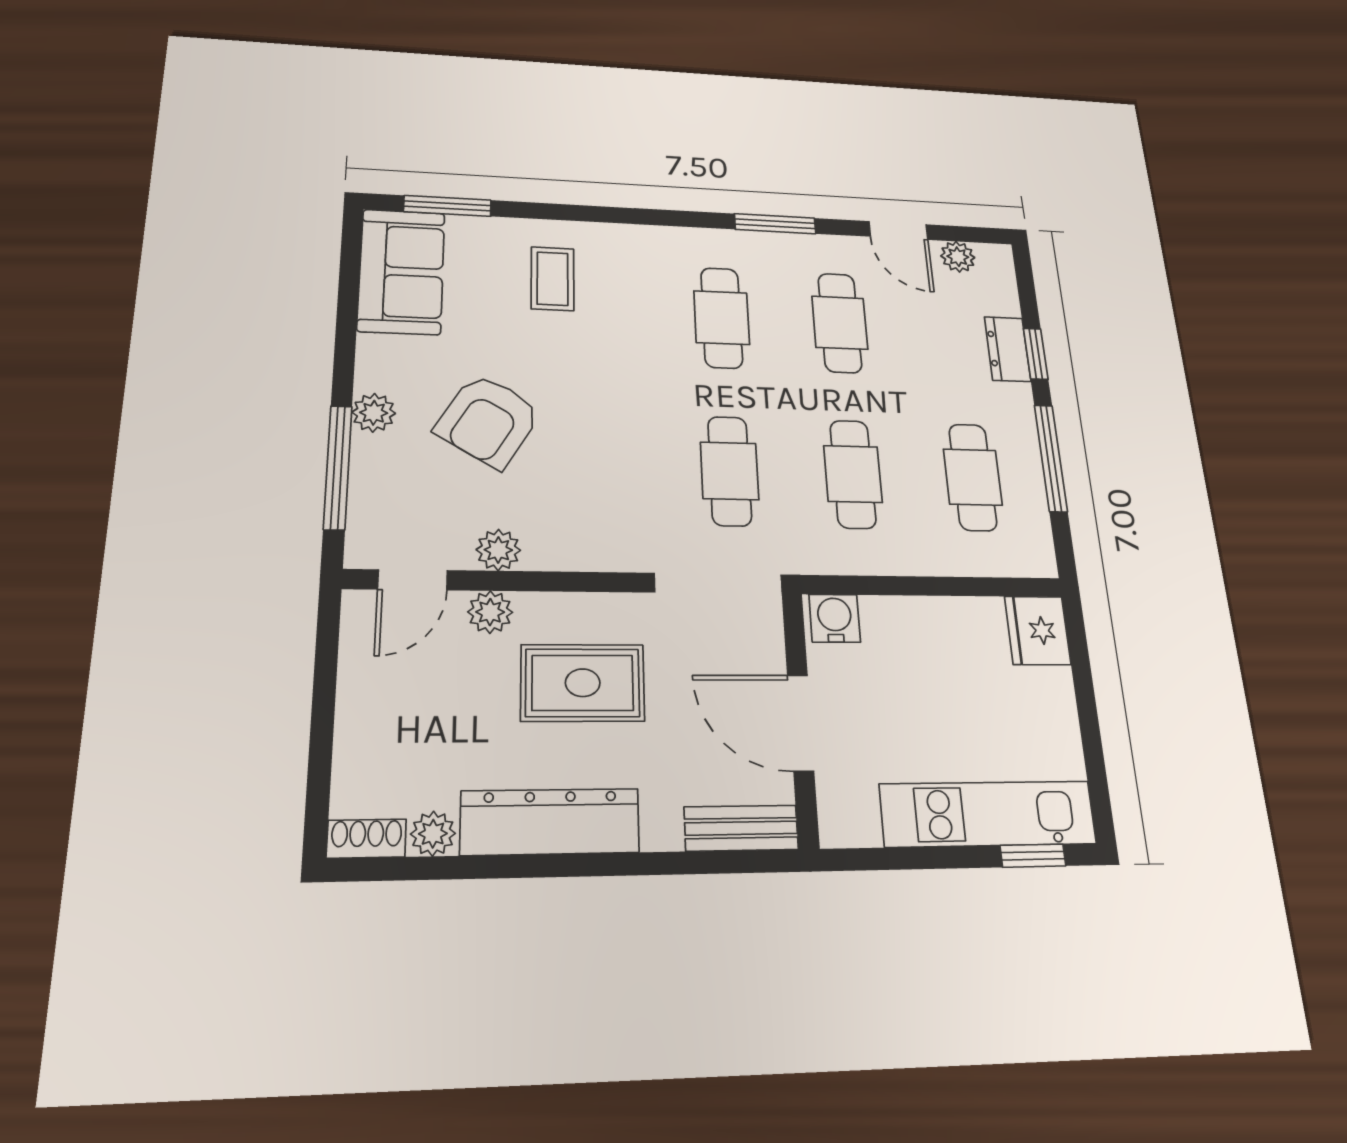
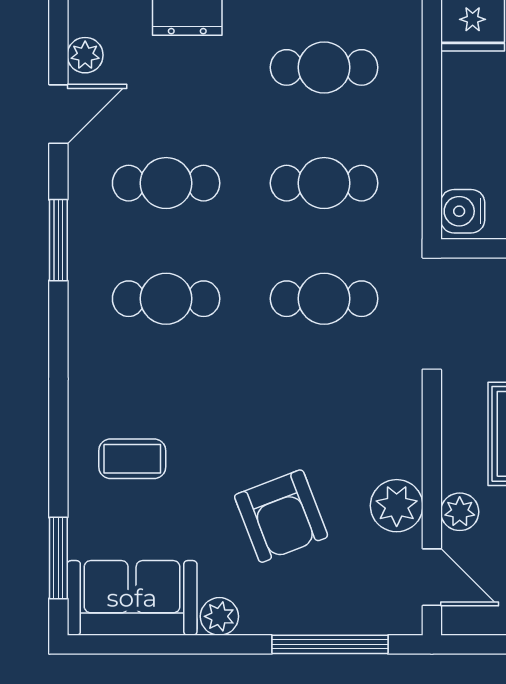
plant: (374, 413) -> (219, 616), moved
armchair: (488, 421) -> (281, 516), turned 38
plant: (498, 550) -> (397, 506), width x1.38, depth x1.38

